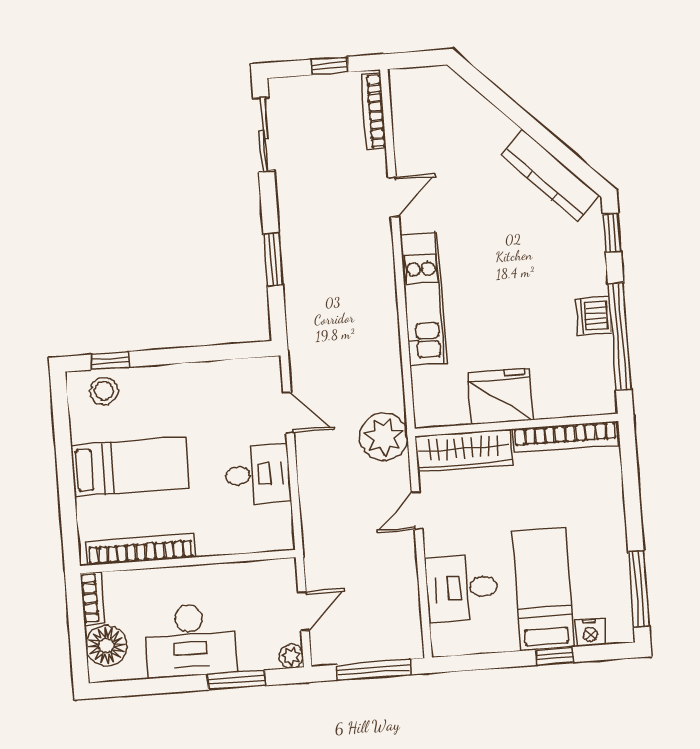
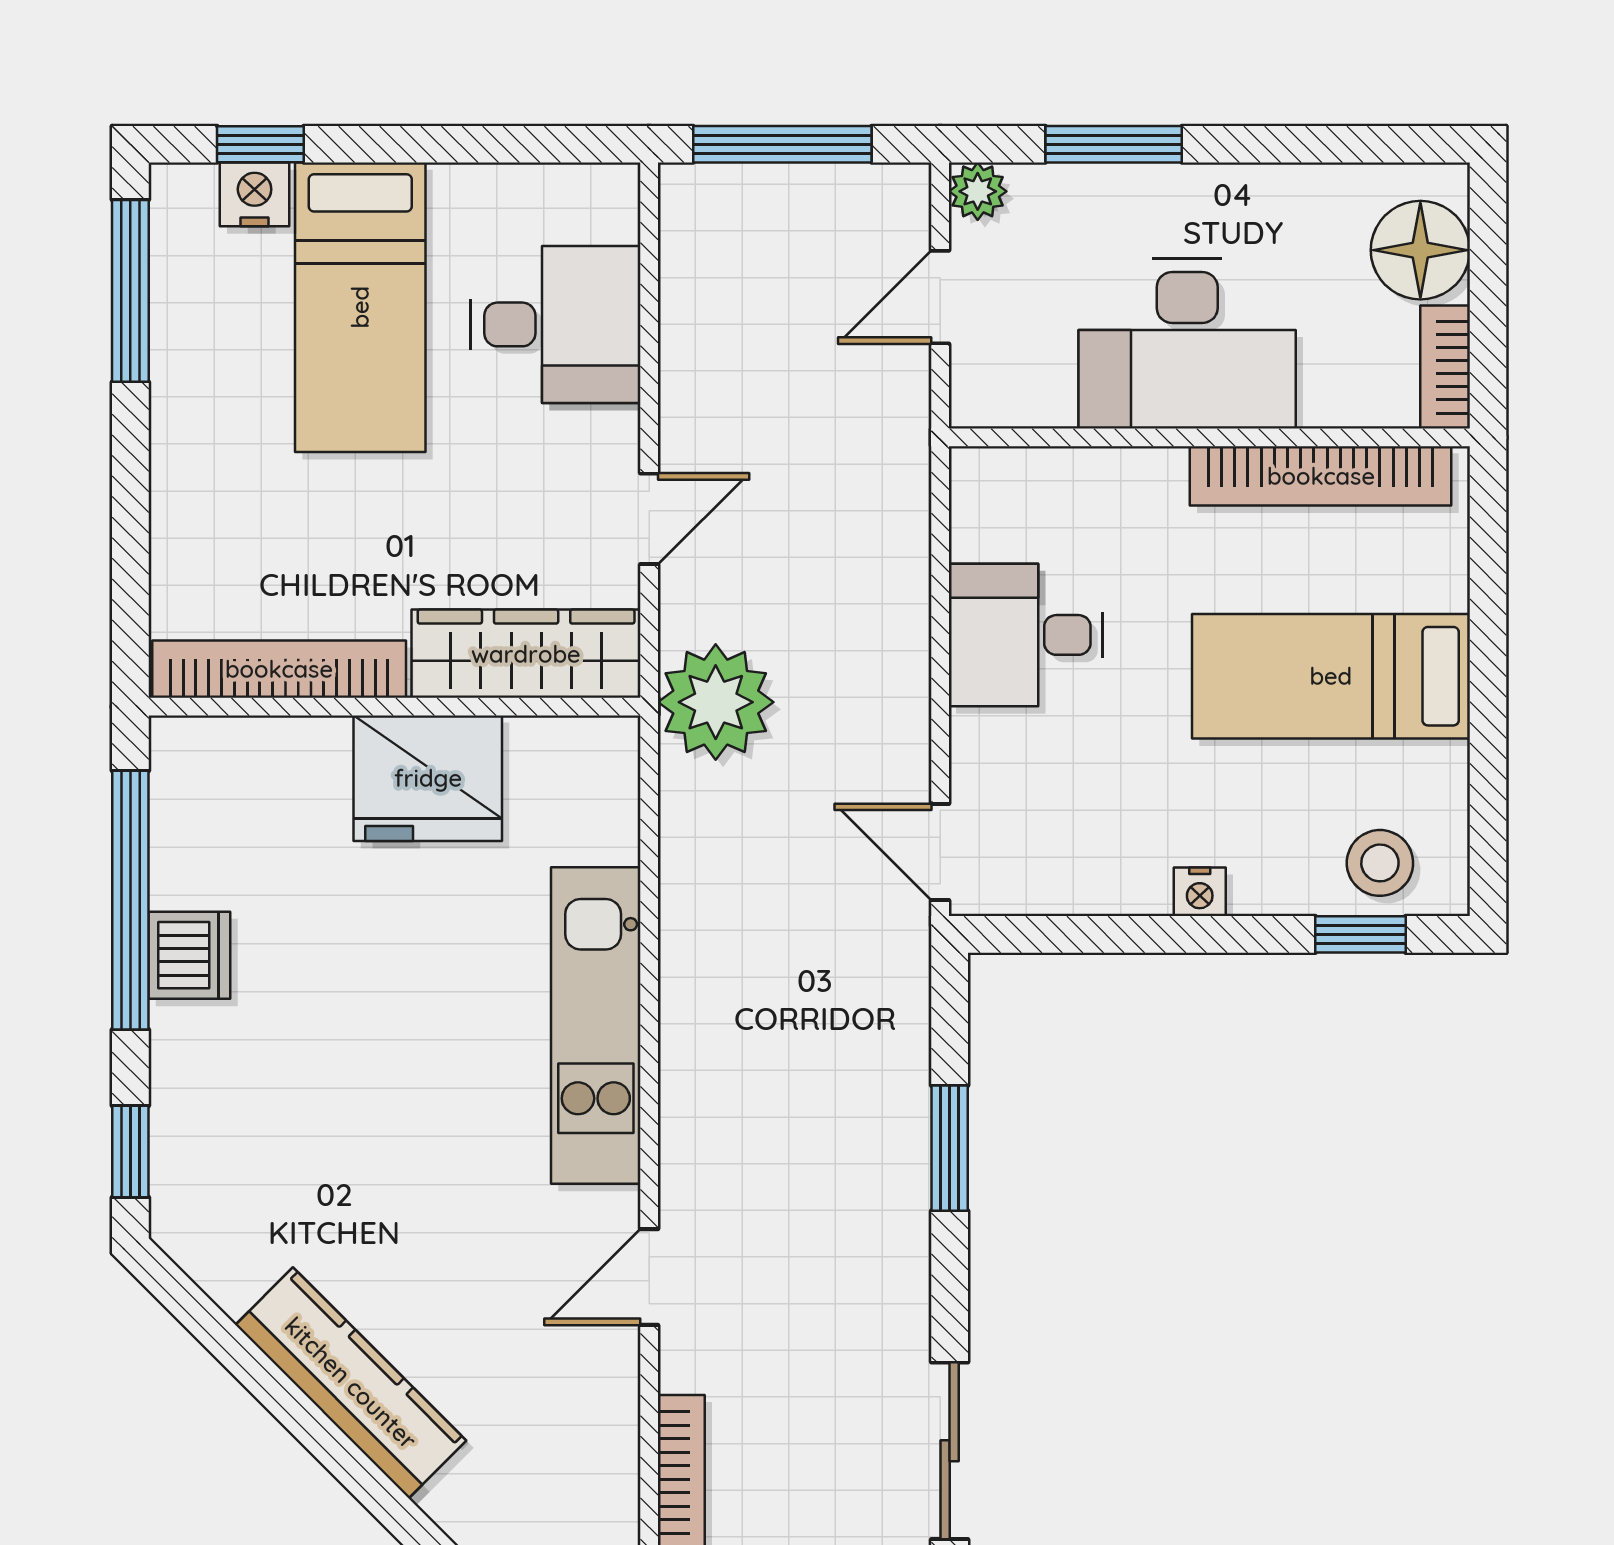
kitchen counter: (550, 176) -> (351, 1383), moved
nightstand: (178, 373) -> (1200, 892), added
door: (289, 413) -> (940, 852), moved
desk: (190, 640) -> (1187, 344), moved, turned 180
window: (555, 656) -> (260, 144), moved

